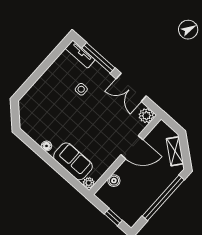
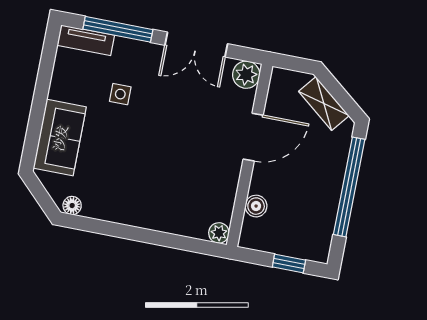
floor lamp: (47, 146) -> (72, 206), moved
sofa: (73, 161) -> (60, 138), moved, turned 90

